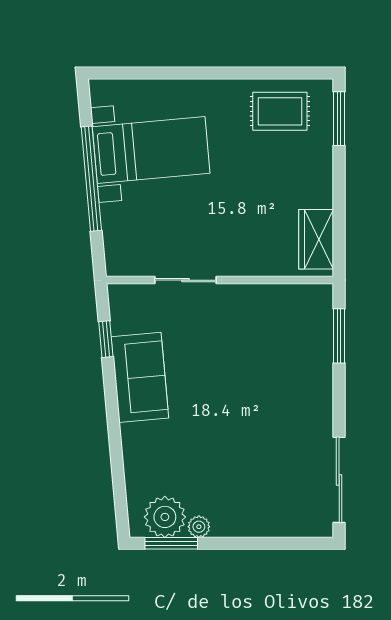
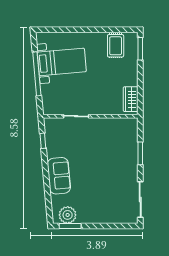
rug: (280, 111) -> (116, 46), turned 90
window: (339, 336) -> (140, 153), moved
sofa: (140, 377) -> (59, 176), moved
plant: (199, 527) -> (82, 219), removed

